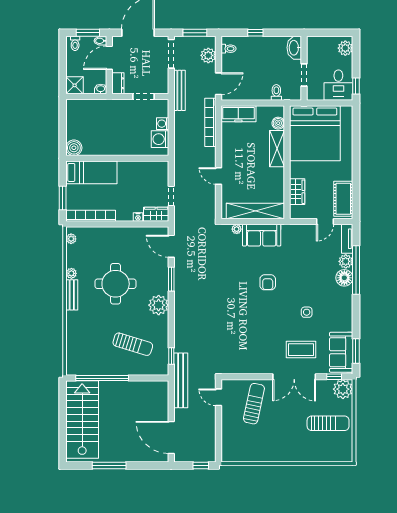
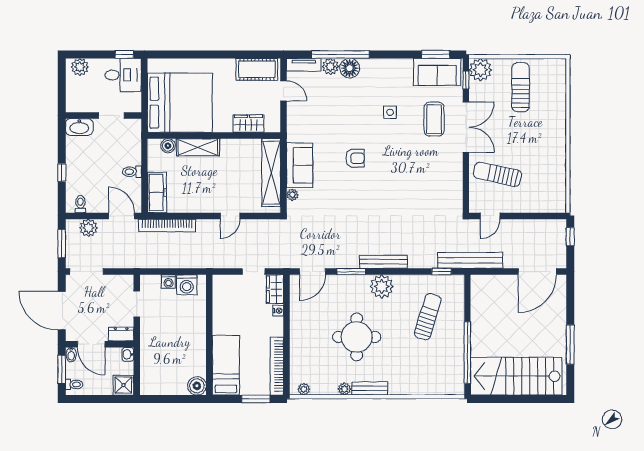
bench: (179, 90) -> (383, 262), moved
toilet: (276, 92) -> (132, 172), moved

